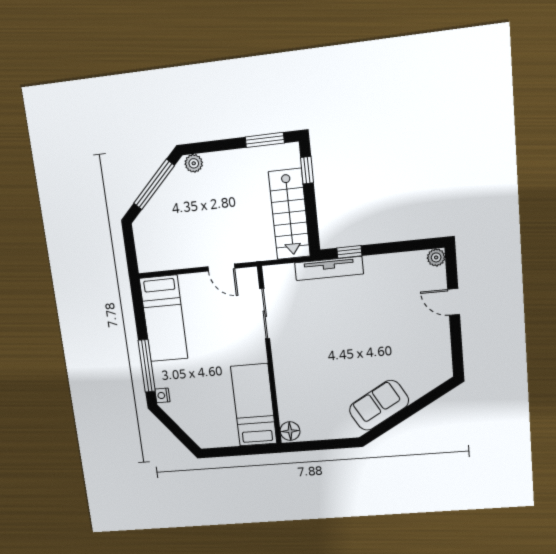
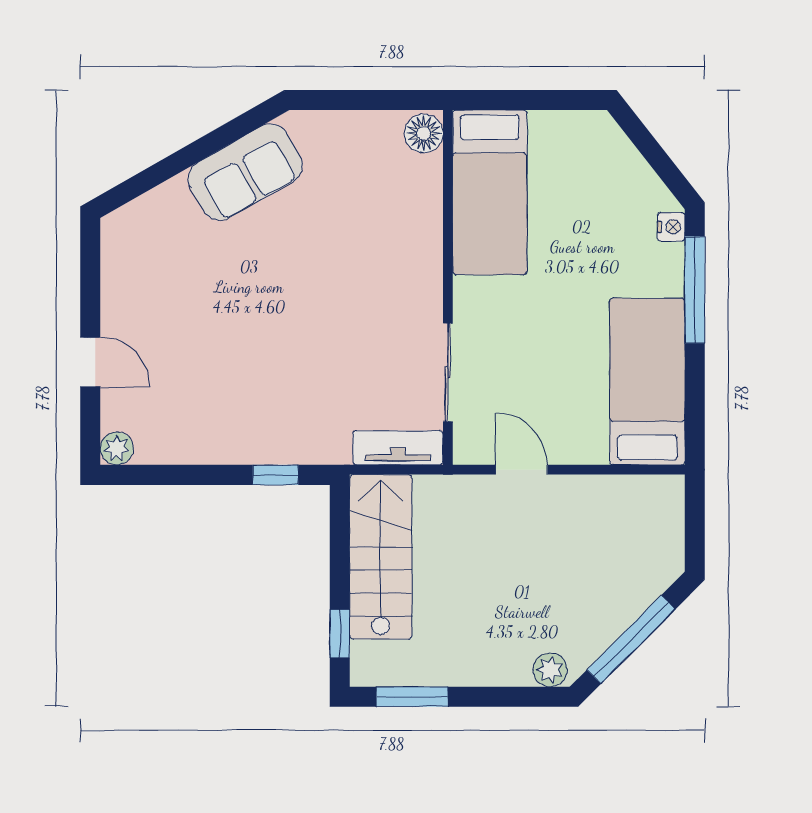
tv unit: (329, 268) -> (398, 448), moved, width x0.71

